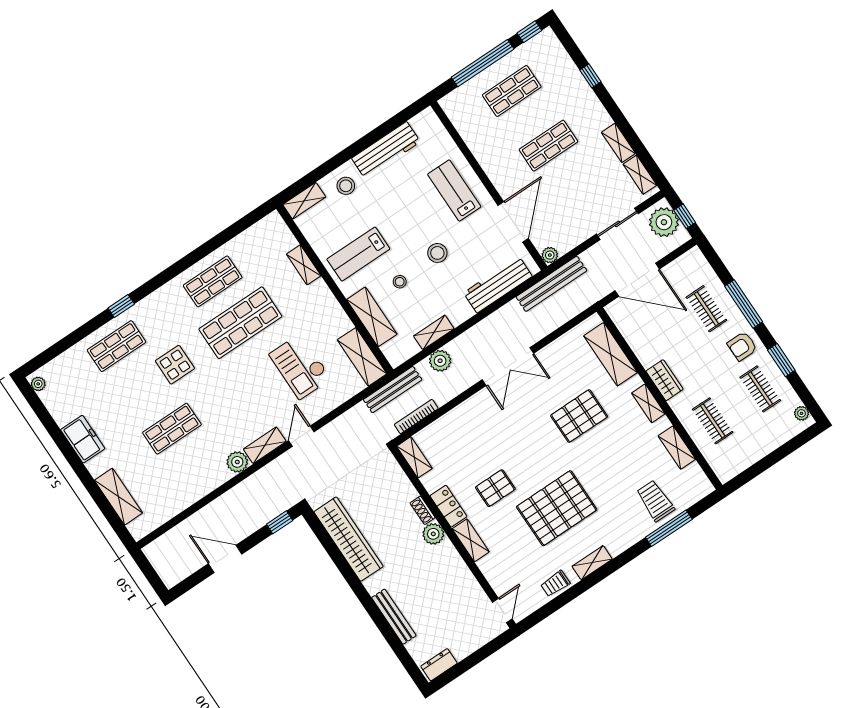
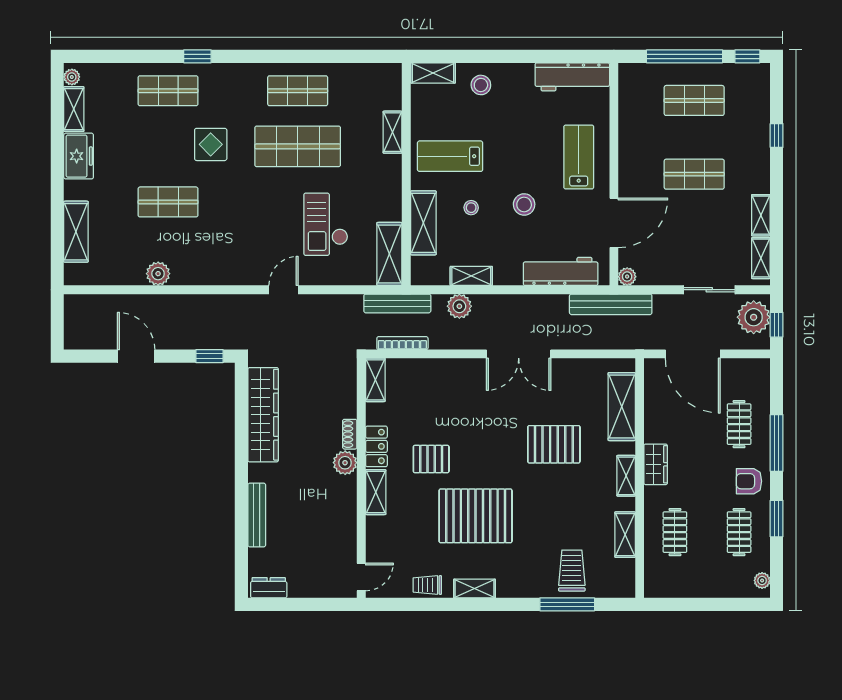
workbench: (386, 150) -> (572, 77), moved
shelving: (265, 445) -> (74, 109), moved, turned 90
plant: (237, 462) -> (158, 274), moved

